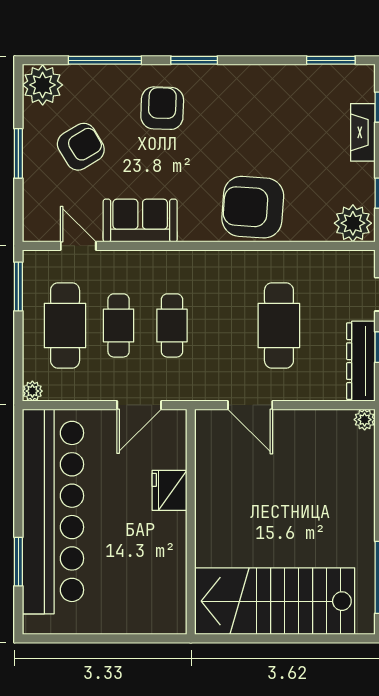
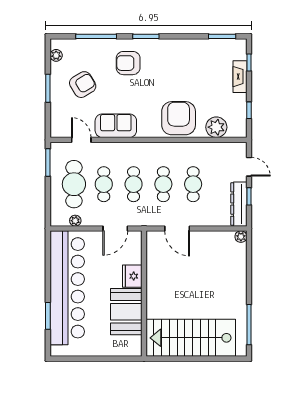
plant: (43, 85) -> (56, 55), width x0.53, depth x0.53
armchair: (162, 108) -> (128, 63), turned -92
armchair: (253, 207) -> (179, 118), turned 86
plant: (353, 223) -> (216, 127), moved
cafe table: (225, 325) -> (163, 184), added
cafe table: (279, 325) -> (193, 184), width x0.73, depth x0.74
plant: (32, 391) -> (75, 221), moved
booth: (159, 554) -> (126, 312), added

